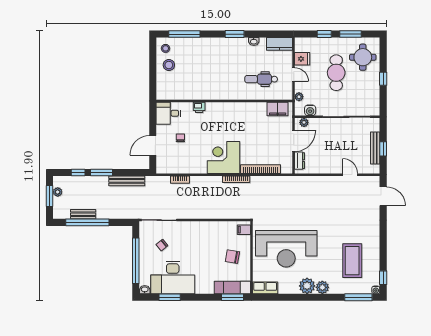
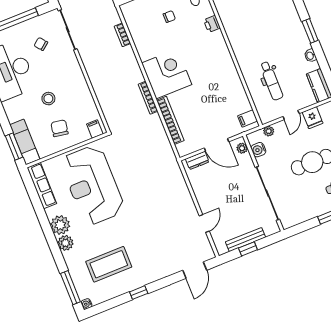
dental chair: (261, 79) -> (271, 81), turned 180
filing cabinet: (278, 109) -> (248, 118), width x0.50
stool: (206, 256) -> (48, 99), added
window: (383, 278) -> (139, 293), moved
row of seats: (265, 288) -> (42, 186), width x1.48

